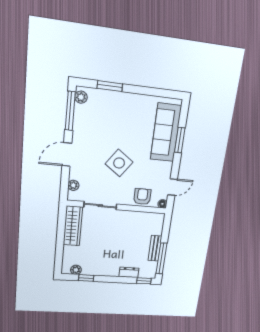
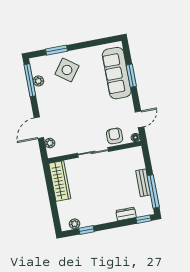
plant: (81, 97) -> (38, 81), moved
door: (67, 154) -> (39, 128), moved
side table: (119, 163) -> (67, 70), moved
sliding door: (100, 206) -> (93, 152), moved

